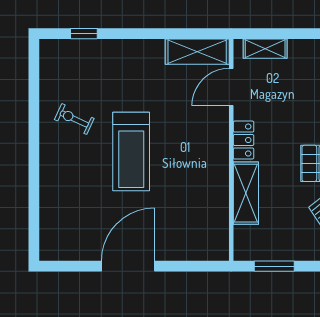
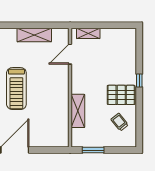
shelving: (197, 52) -> (34, 35), moved
locker: (244, 140) -> (77, 82), removed

